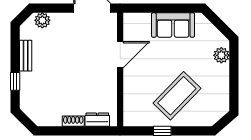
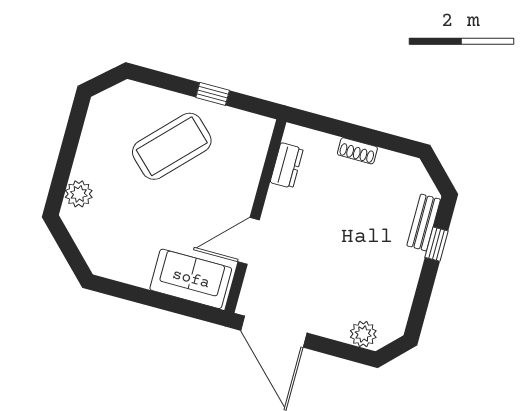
sofa: (173, 25) -> (191, 279), moved
bench: (26, 56) -> (424, 222), moved
dresser: (97, 120) -> (287, 165), moved, turned -90

